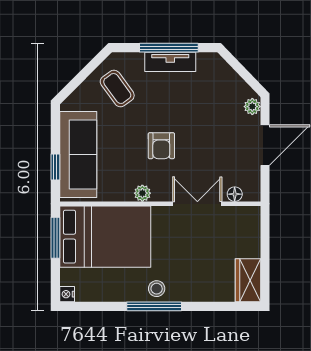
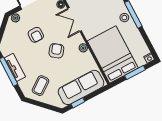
armchair: (206, 126) -> (36, 35), added
armchair: (161, 146) -> (56, 51), turned -54
window: (55, 167) -> (78, 103), moved
window: (55, 238) -> (135, 73), moved

